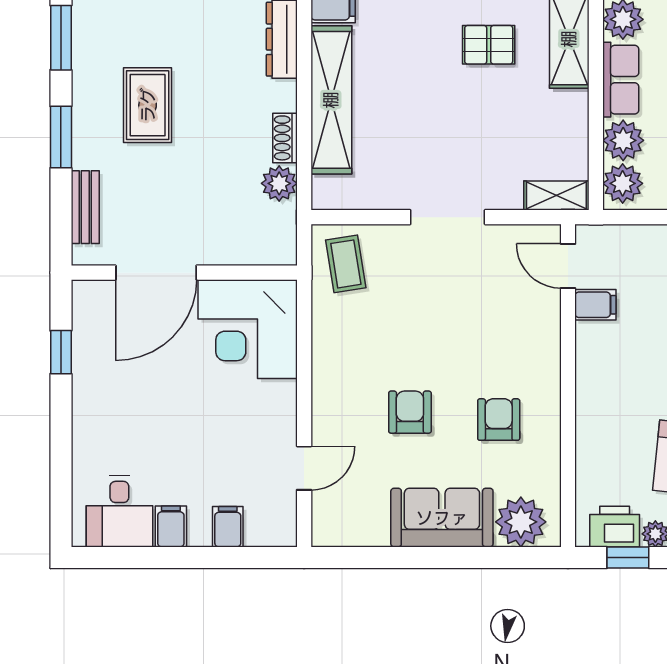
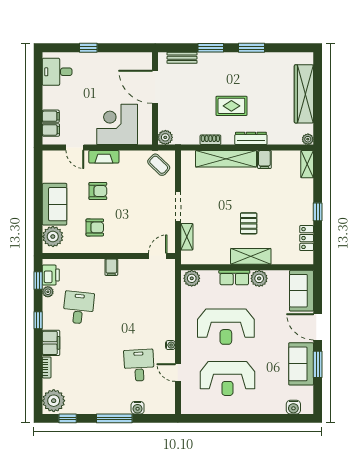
rug: (148, 105) -> (231, 106), moved
plant: (623, 140) -> (209, 279), removed
plant: (279, 183) -> (165, 137), moved
shelving: (556, 195) -> (187, 237), moved
coffee table: (346, 264) -> (159, 165), turned 53
filing cabinet: (595, 305) -> (111, 267), moved
corner desk: (248, 329) -> (117, 124), moved
window: (61, 352) -> (88, 48), moved
fireplace: (327, 397) -> (104, 157), added
filing cabinet: (171, 526) -> (51, 130), moved

